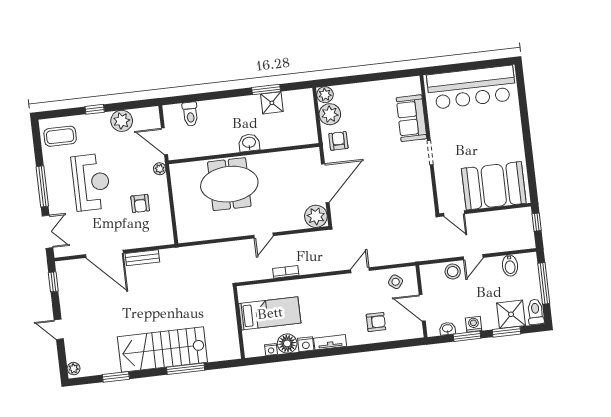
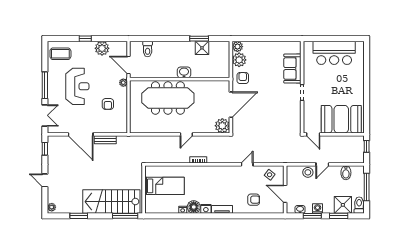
bar counter: (471, 87) -> (334, 53), width x0.73
meeting table: (229, 184) -> (168, 98), width x1.36
bed: (270, 313) -> (164, 186), moved
wall: (239, 322) -> (144, 190), moved

